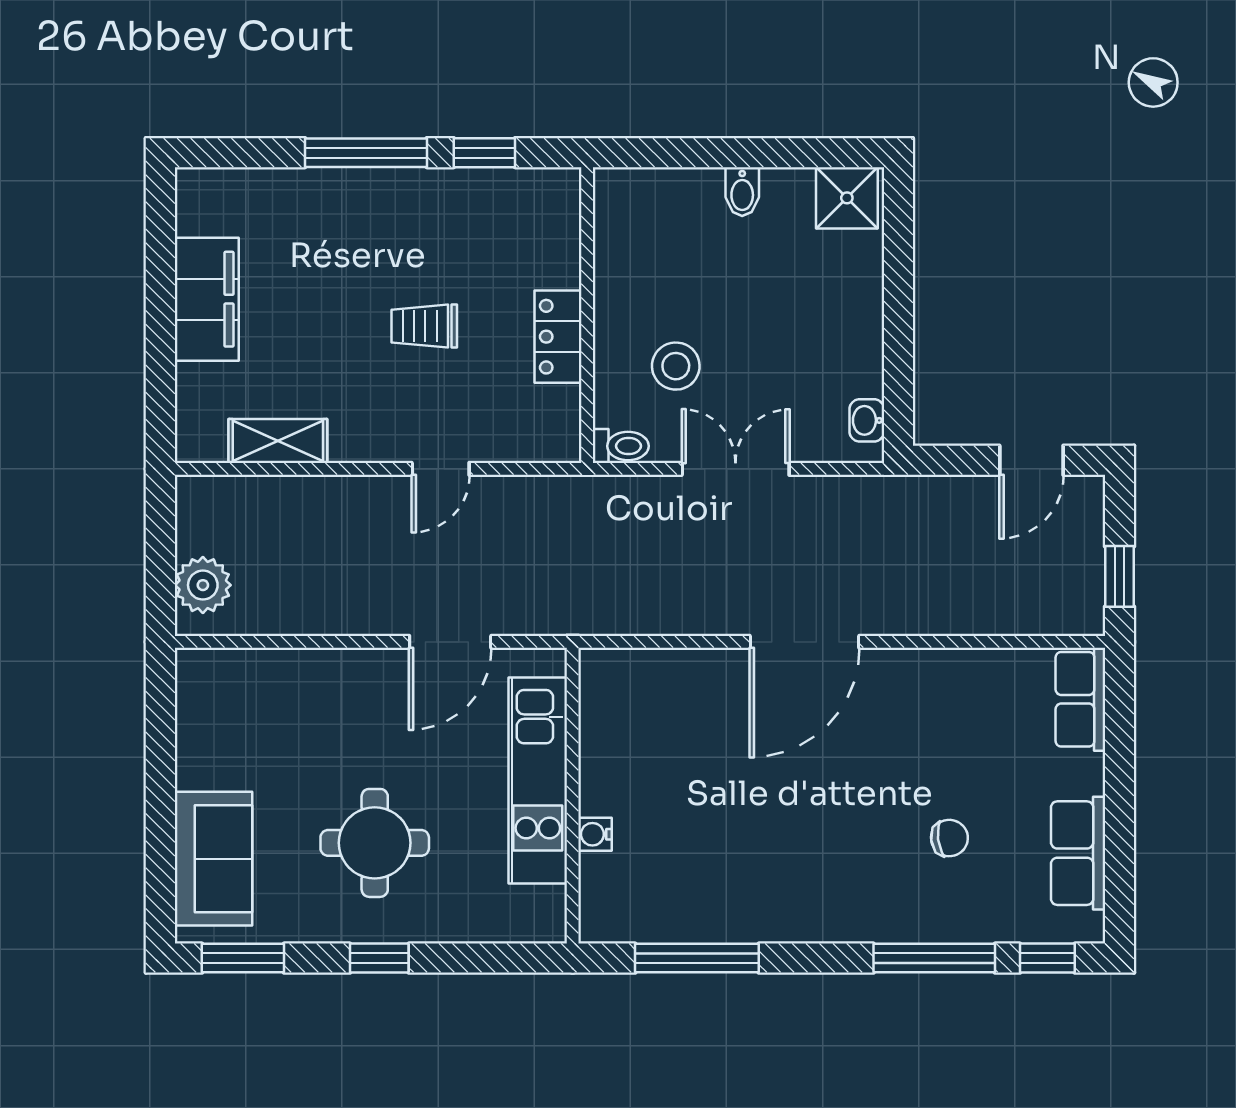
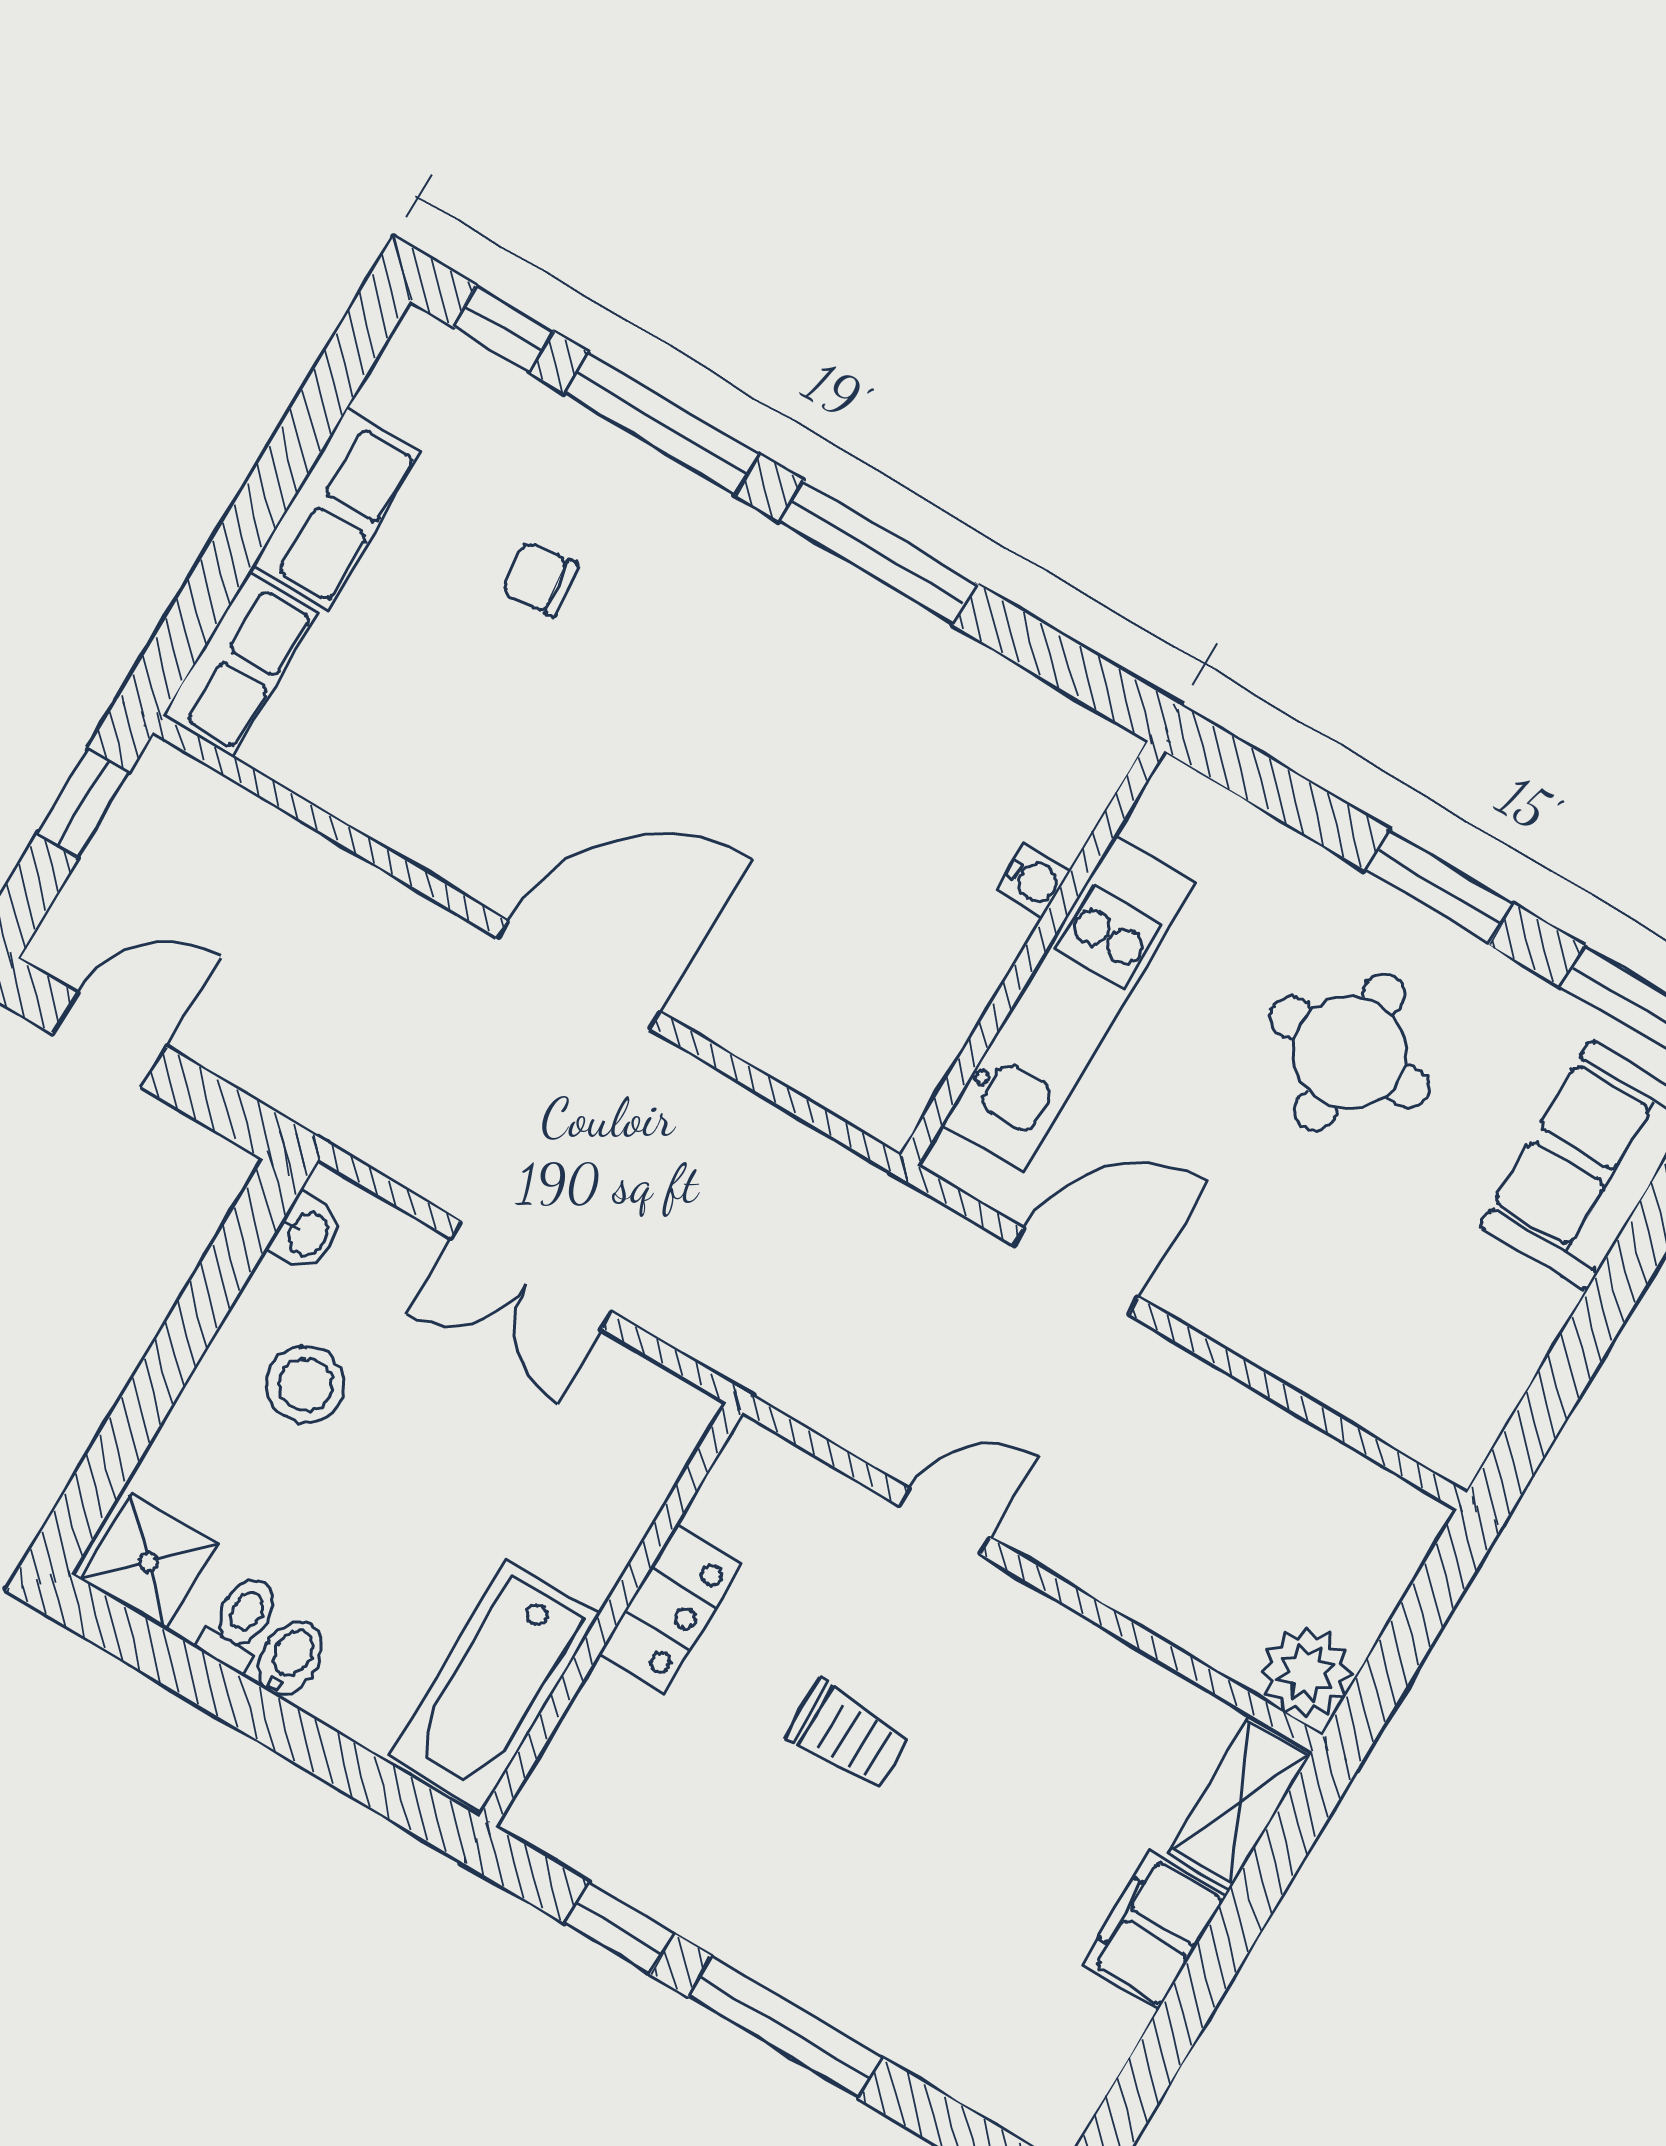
bathtub: (626, 241) -> (495, 1686), added
filing cabinet: (207, 299) -> (1154, 1930), width x0.67, depth x0.86
stool: (676, 366) -> (305, 1384), moved
shelving: (278, 441) -> (1240, 1802), moved, turned 90
toilet: (621, 446) -> (240, 1622), moved, turned 90
plant: (203, 585) -> (1306, 1673), moved
row of seats: (1078, 853) -> (337, 509), moved
window: (379, 958) -> (1439, 887), width x1.50
window: (697, 958) -> (878, 553), moved

